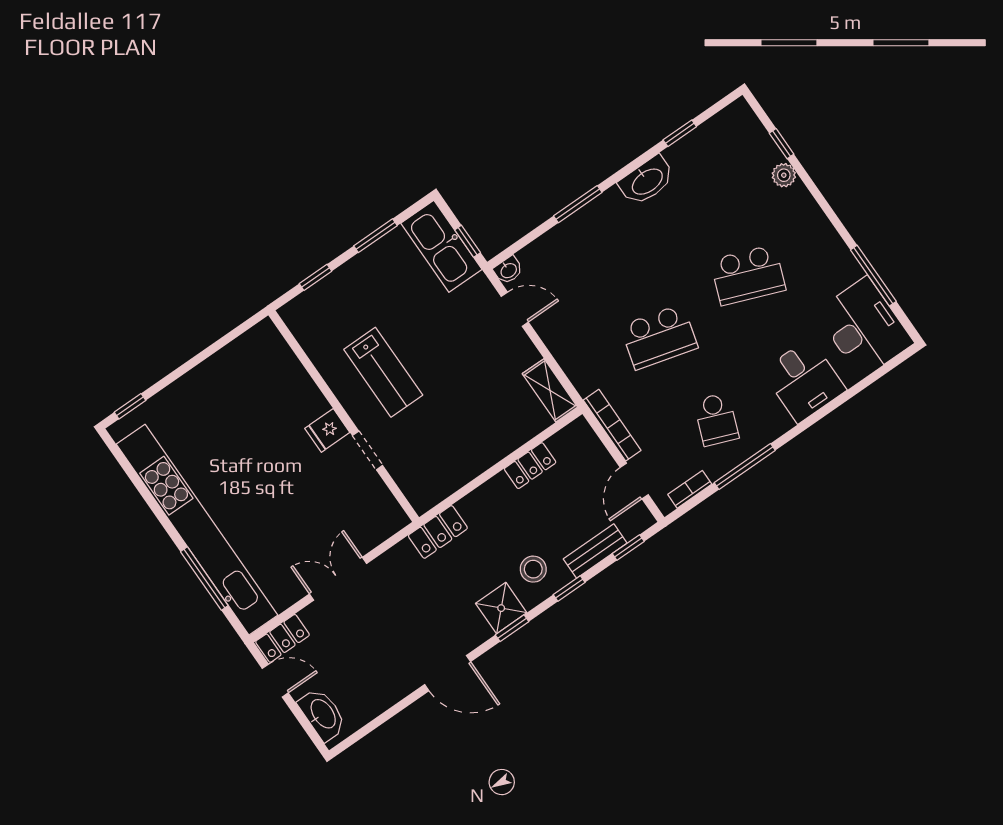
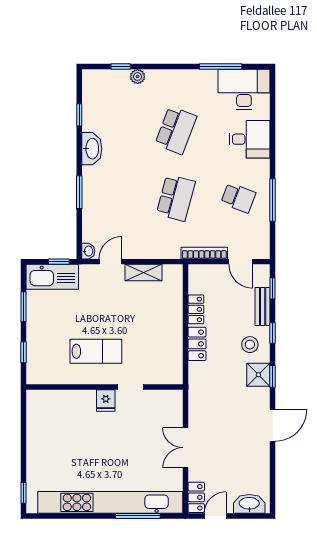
shelving: (550, 390) -> (143, 273), moved
bookcase: (690, 489) -> (265, 236), removed
locker: (438, 532) -> (197, 344), moved

